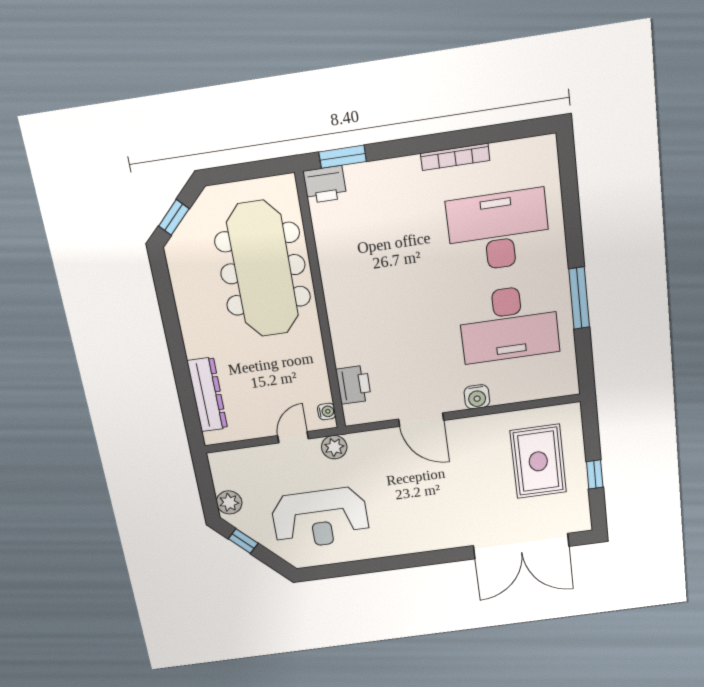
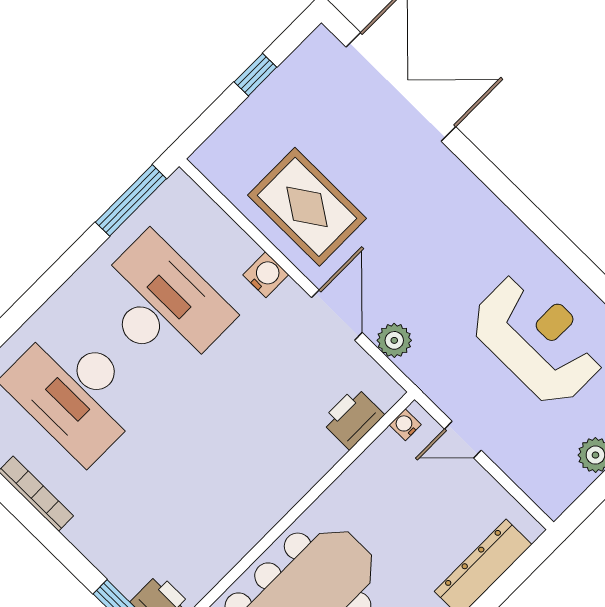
window: (579, 298) -> (131, 200), moved
plant: (334, 447) -> (394, 340), moved
rug: (538, 461) -> (307, 207), moved, turned 90

